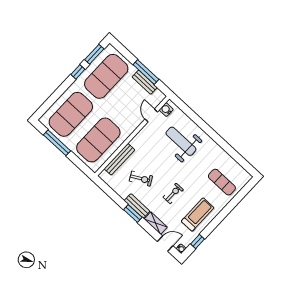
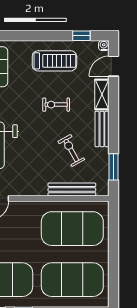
window: (57, 143) -> (113, 267), removed
window: (133, 214) -> (113, 167), moved
treadmill: (198, 214) -> (54, 61), turned 180
door: (165, 244) -> (113, 66), hinge flipped

